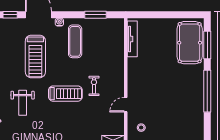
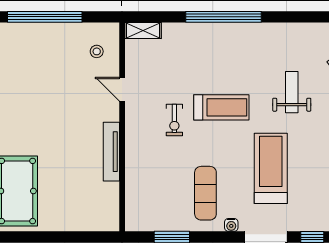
tv unit: (132, 39) -> (111, 152), moved
treadmill: (65, 94) -> (221, 107), turned 180
door: (126, 105) -> (122, 89), swing flipped

